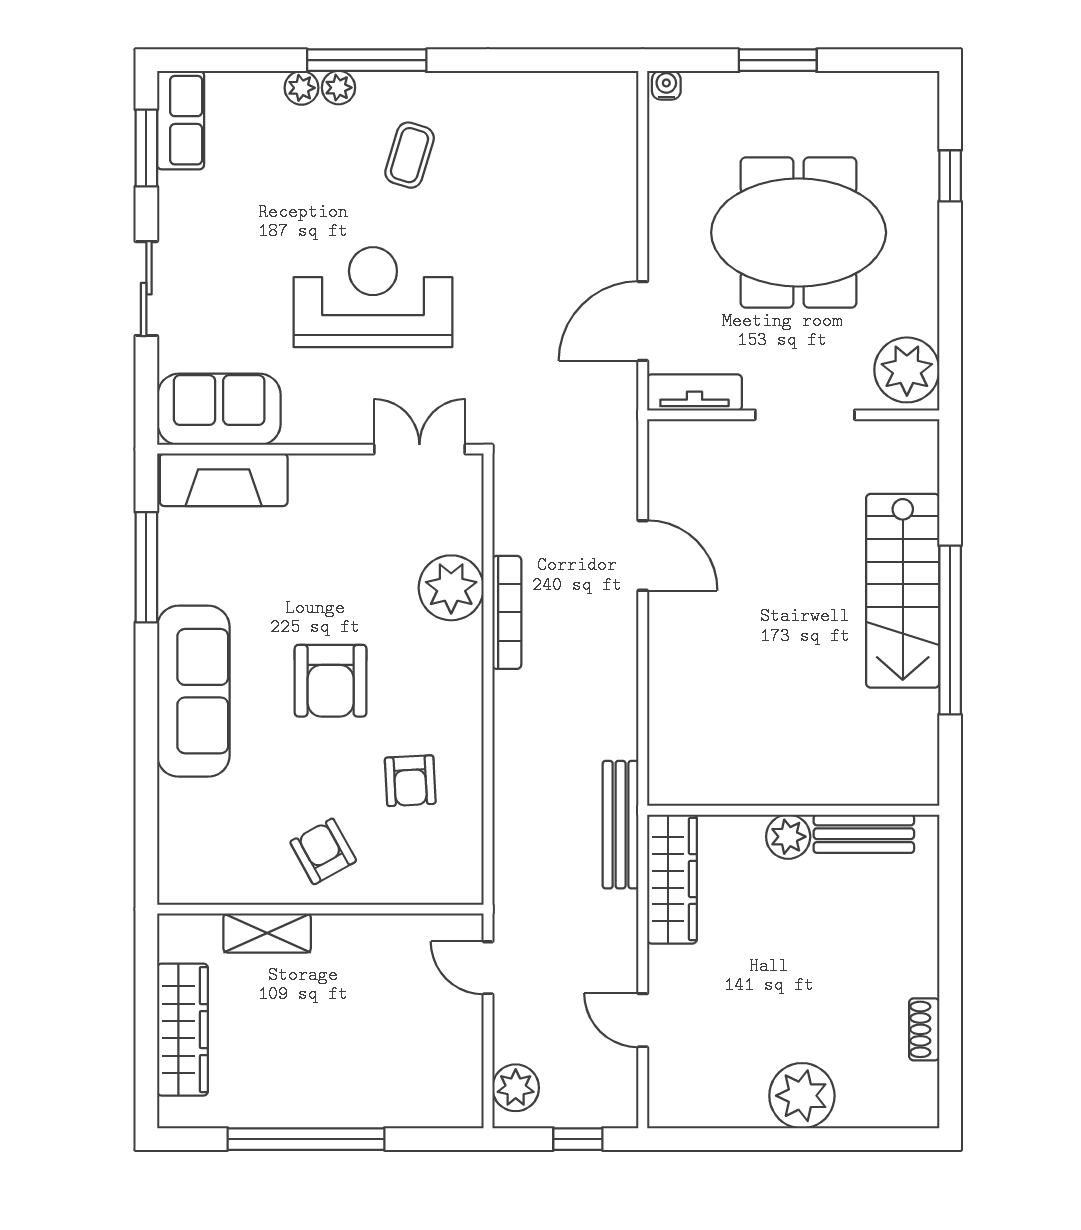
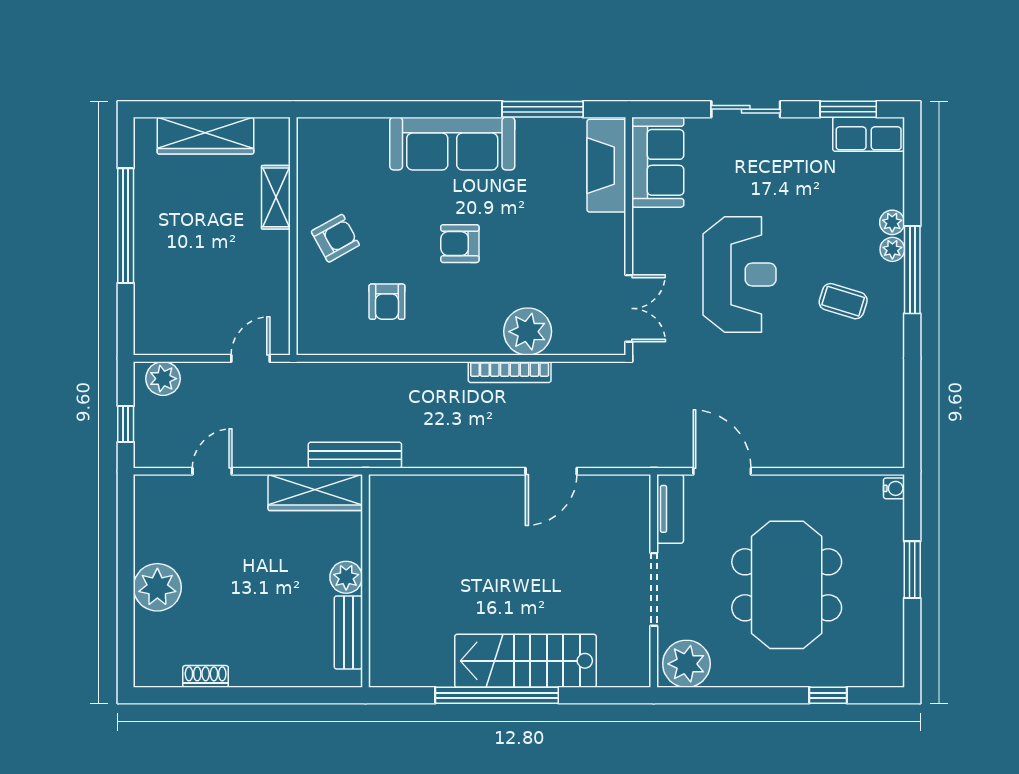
armchair: (331, 681) -> (460, 244), width x0.72, depth x0.72
armchair: (410, 781) -> (387, 302), turned -87

